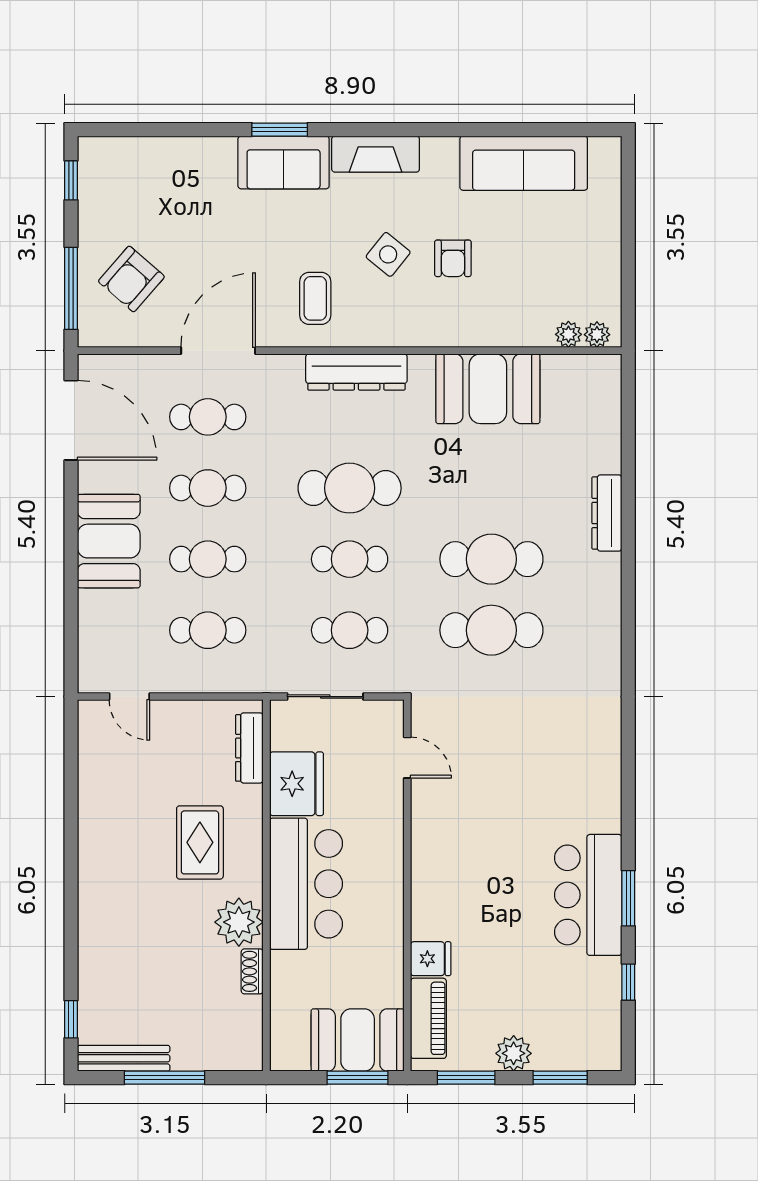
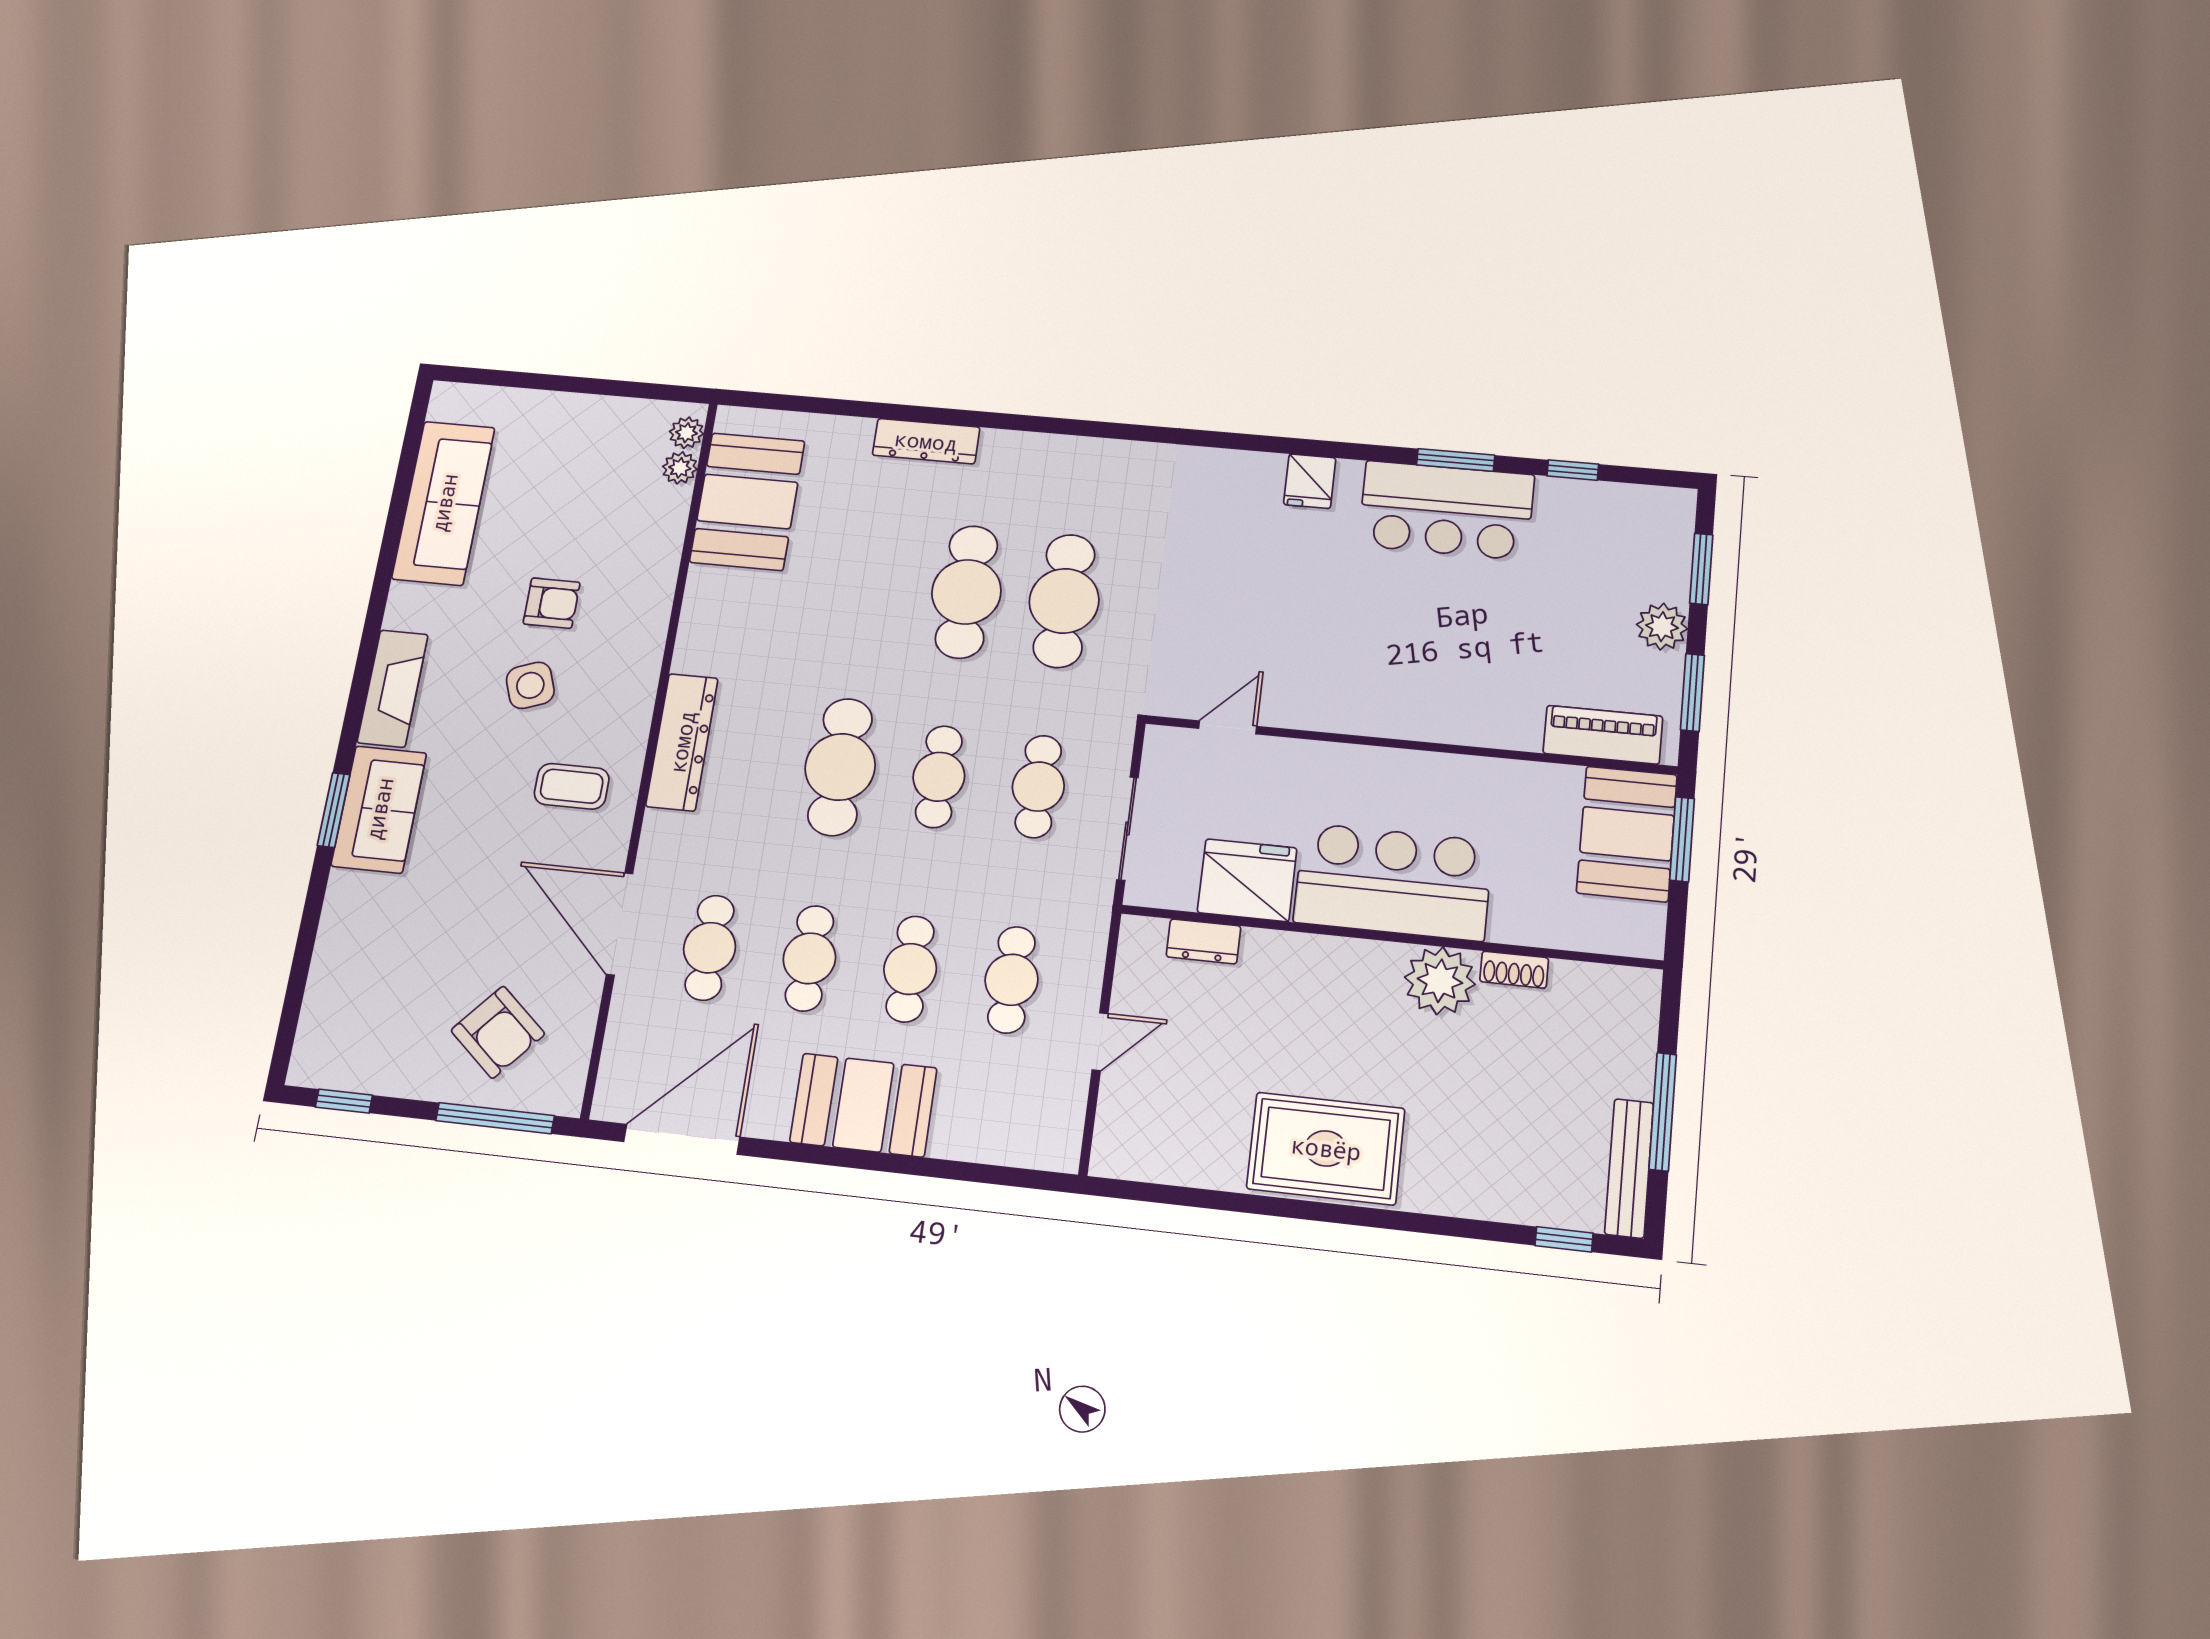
side table: (388, 254) -> (530, 685), turned 31
booth: (488, 389) -> (747, 501), moved
door: (129, 697) -> (1100, 1042), moved
dresser: (249, 748) -> (1203, 941), width x0.70
rug: (200, 842) -> (1326, 1148), moved, width x1.36, depth x1.43
fridge: (431, 959) -> (1310, 481), moved, turned 180

